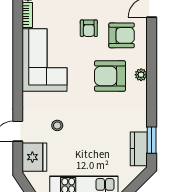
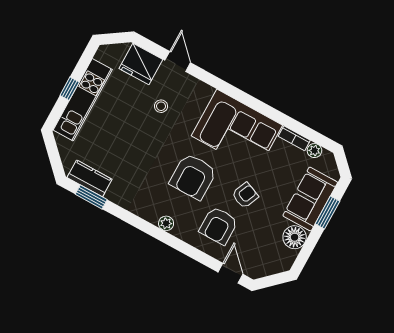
armchair: (89, 28) -> (245, 195), turned 113
armchair: (110, 76) -> (193, 176), moved, turned 180

